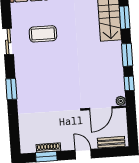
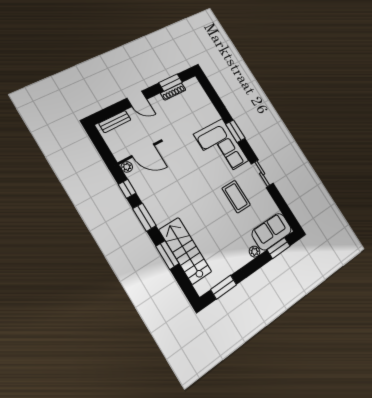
coffee table: (43, 34) -> (236, 197), turned 90
corner sofa: (32, 81) -> (221, 148), added
door: (101, 108) -> (143, 150), swing flipped

